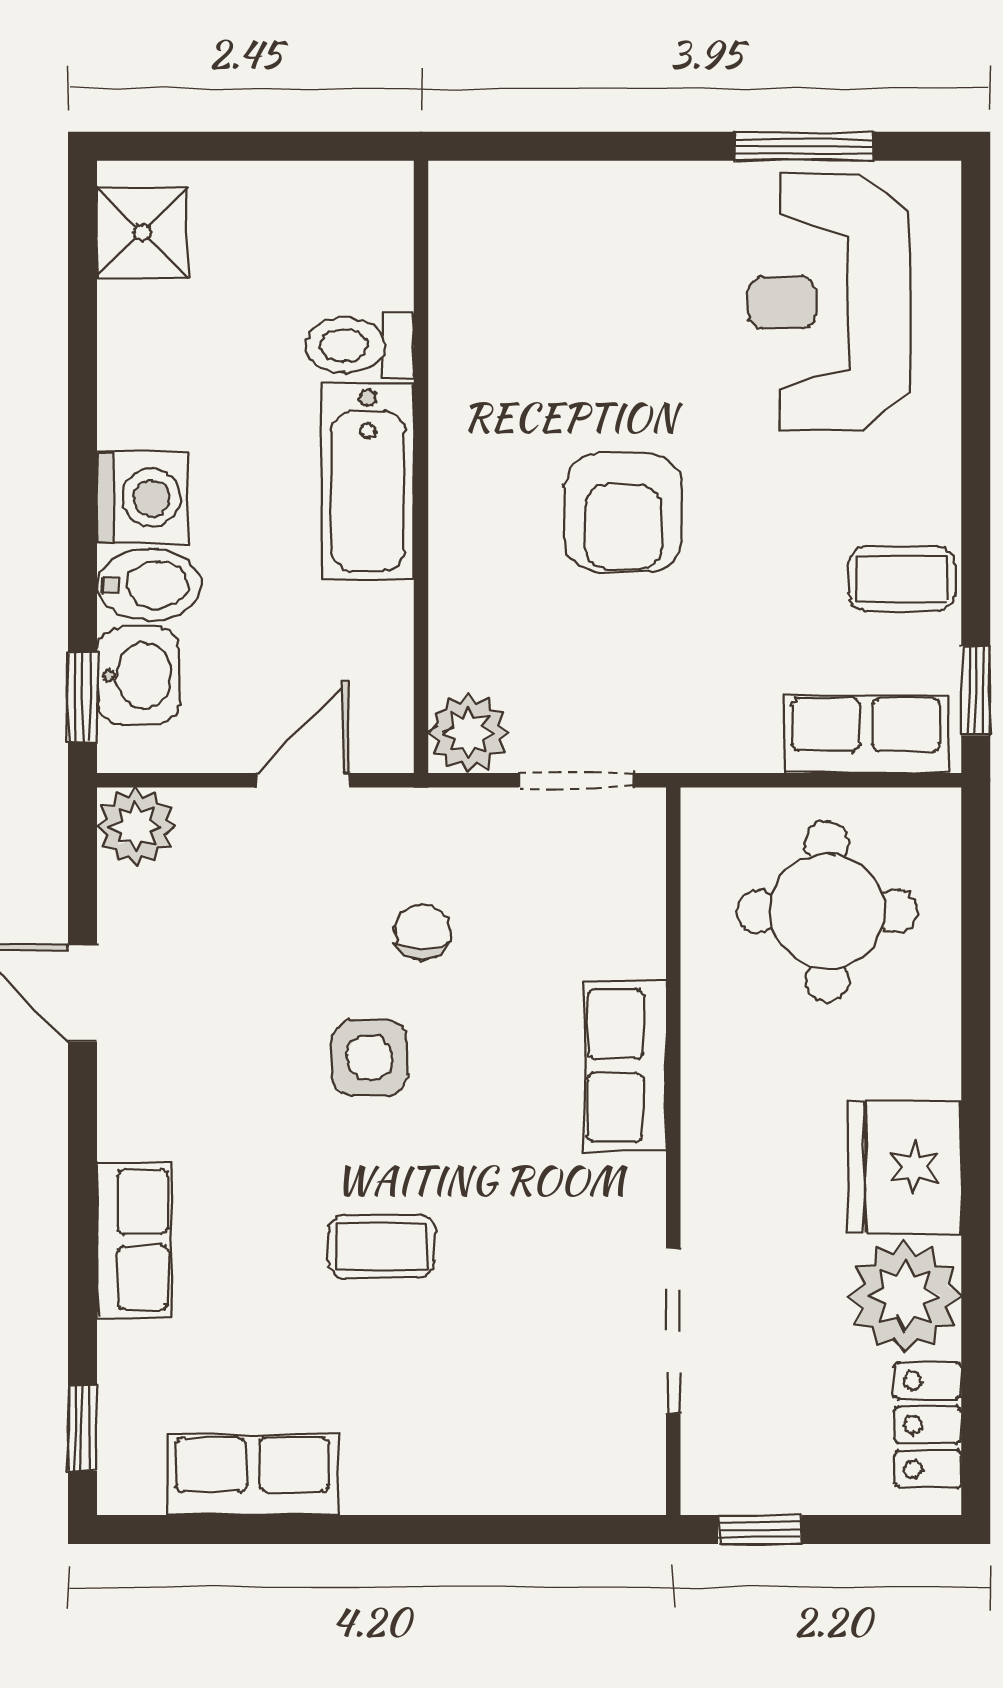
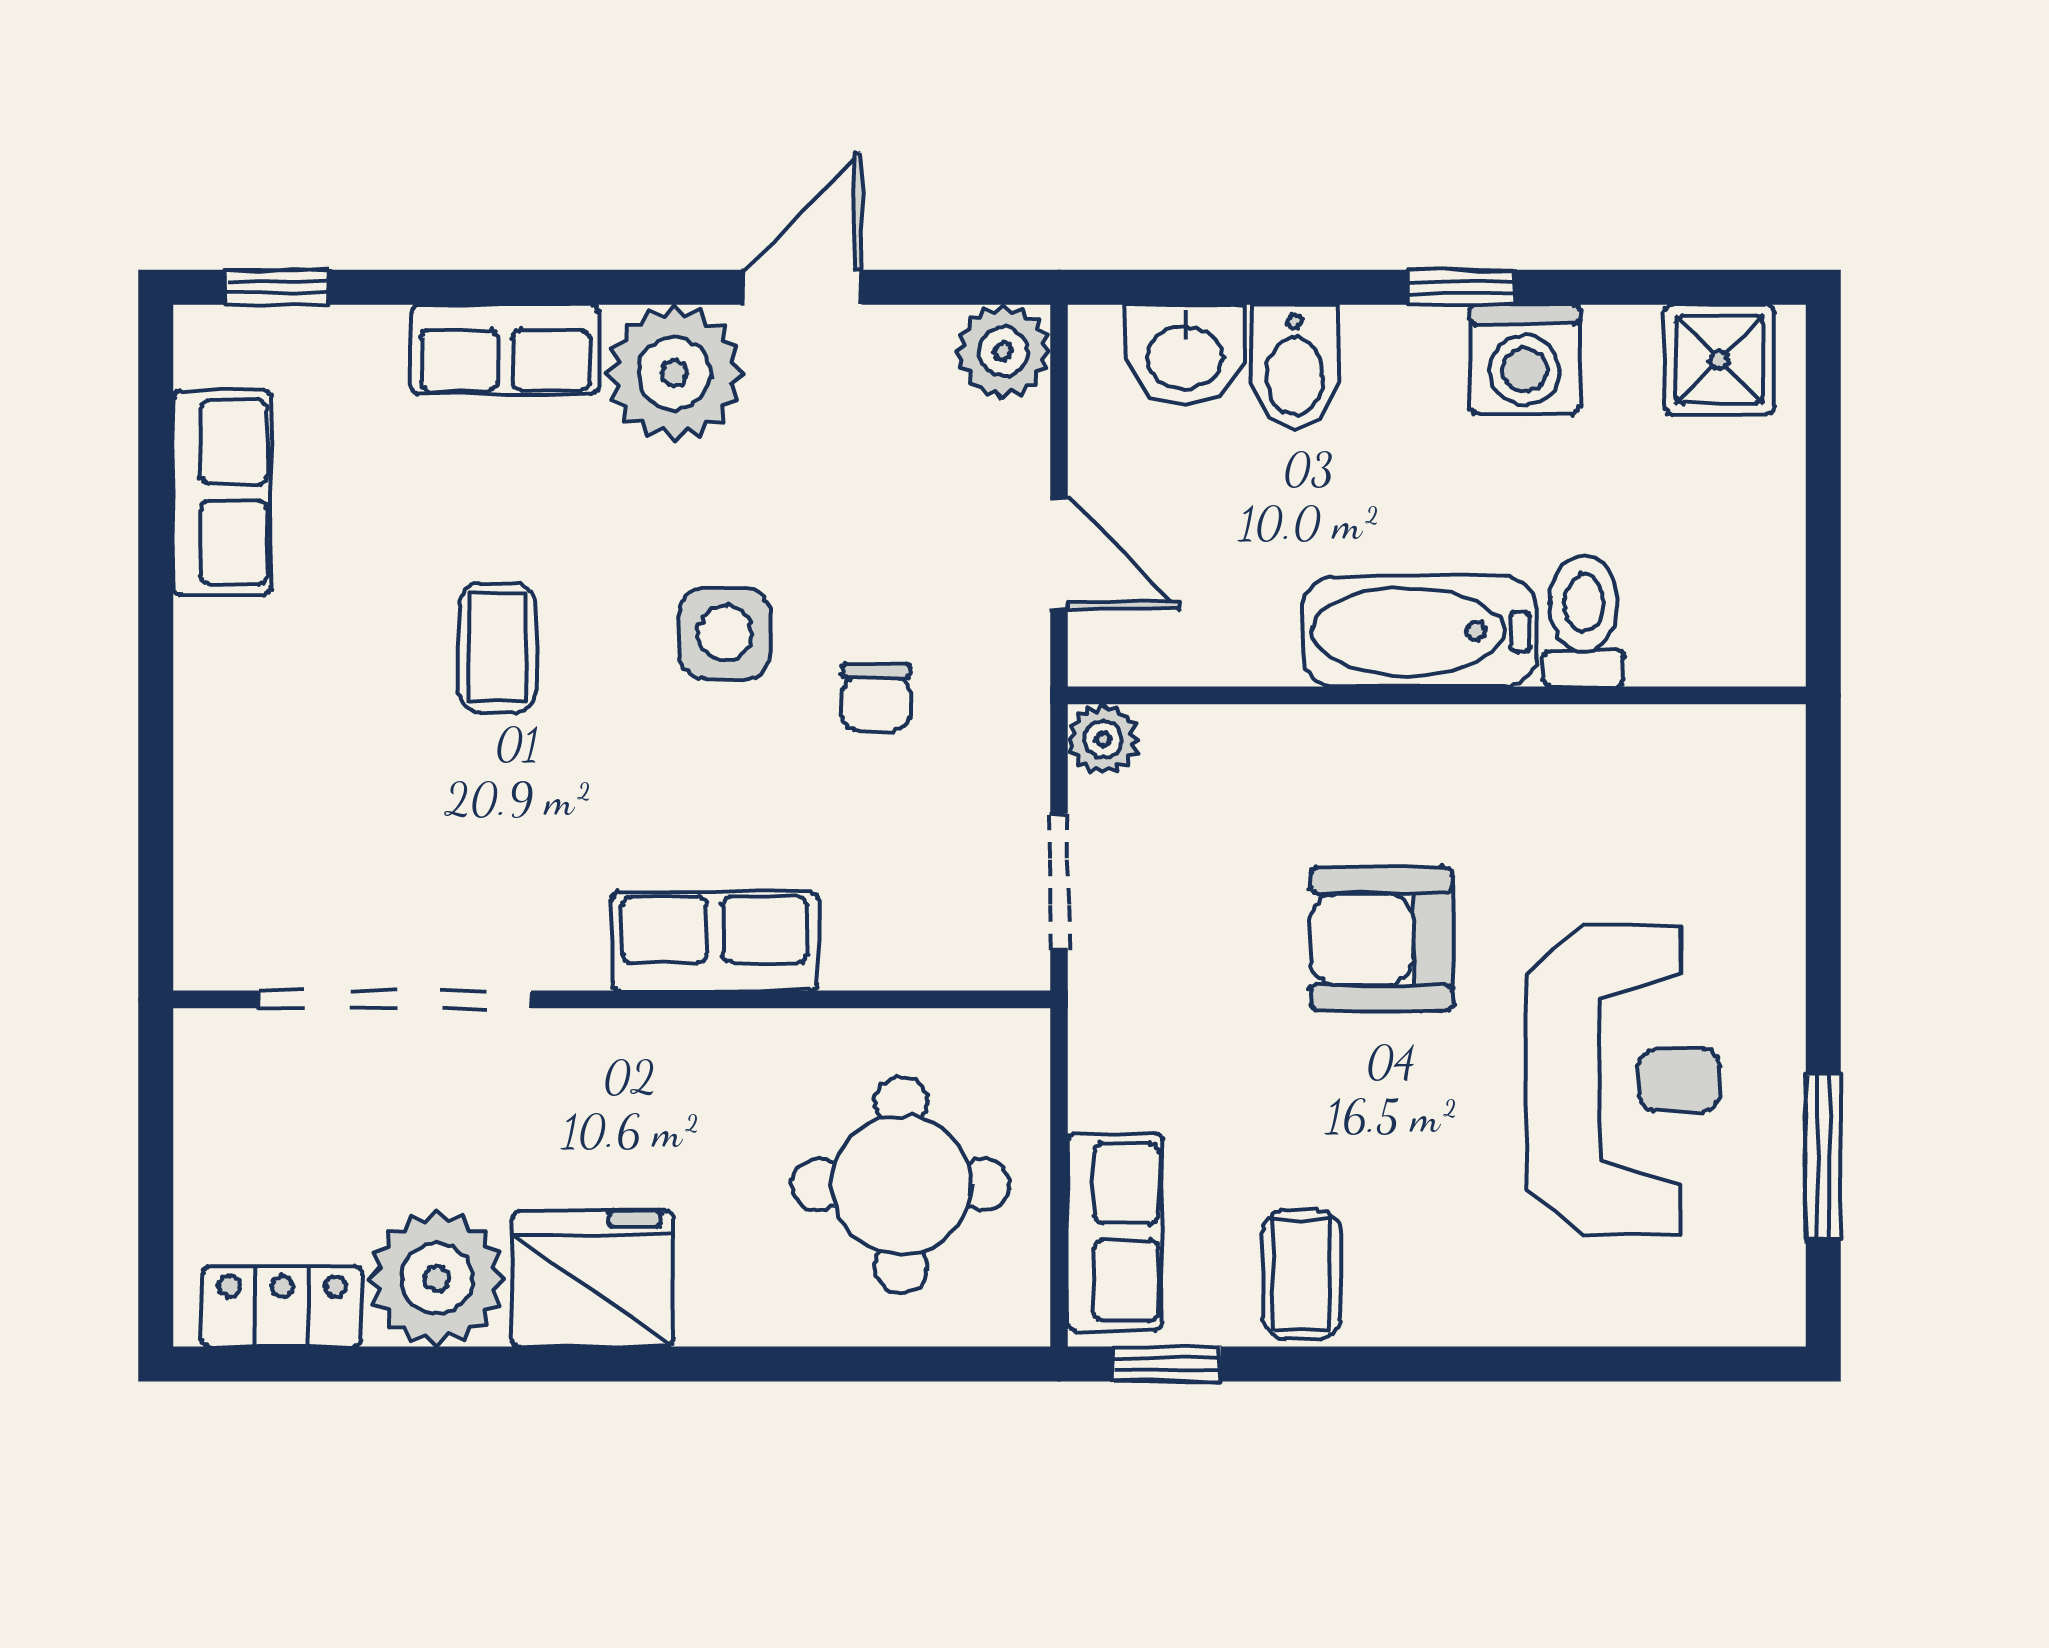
reception desk: (829, 302) -> (1623, 1080), moved, turned 90
washing machine: (142, 498) -> (1525, 359), moved
window: (82, 697) -> (1460, 287), moved
plant: (468, 733) -> (1103, 739), width x0.73, depth x0.73
chair: (423, 932) -> (876, 697), turned 90
plant: (154, 1099) -> (675, 373), added
doorway: (673, 1331) -> (395, 999), width x1.36
window: (760, 1530) -> (156, 1104), removed

